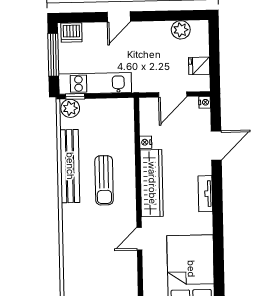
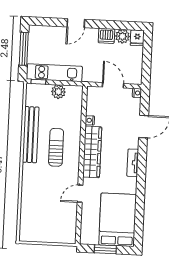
dishwasher: (71, 32) -> (106, 36), moved
fridge: (199, 66) -> (137, 38), moved, turned -90
door: (173, 94) -> (113, 85), swing flipped
plant: (70, 108) -> (58, 92), moved
sun lounger: (104, 180) -> (56, 147), turned 180

